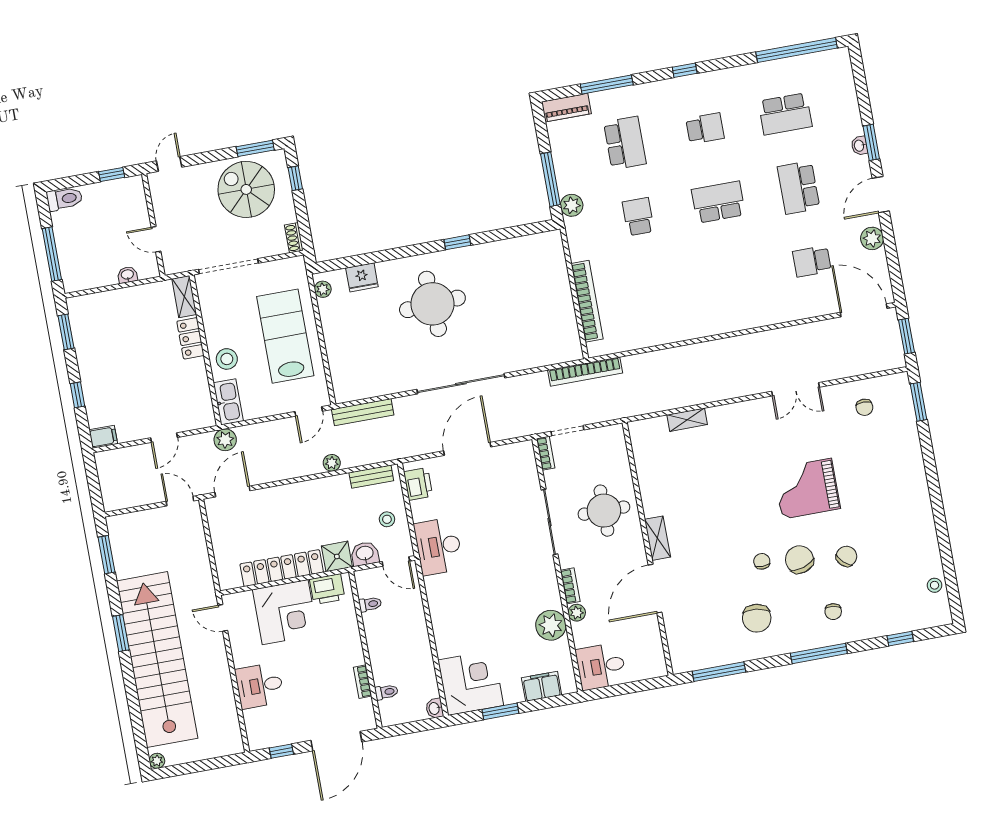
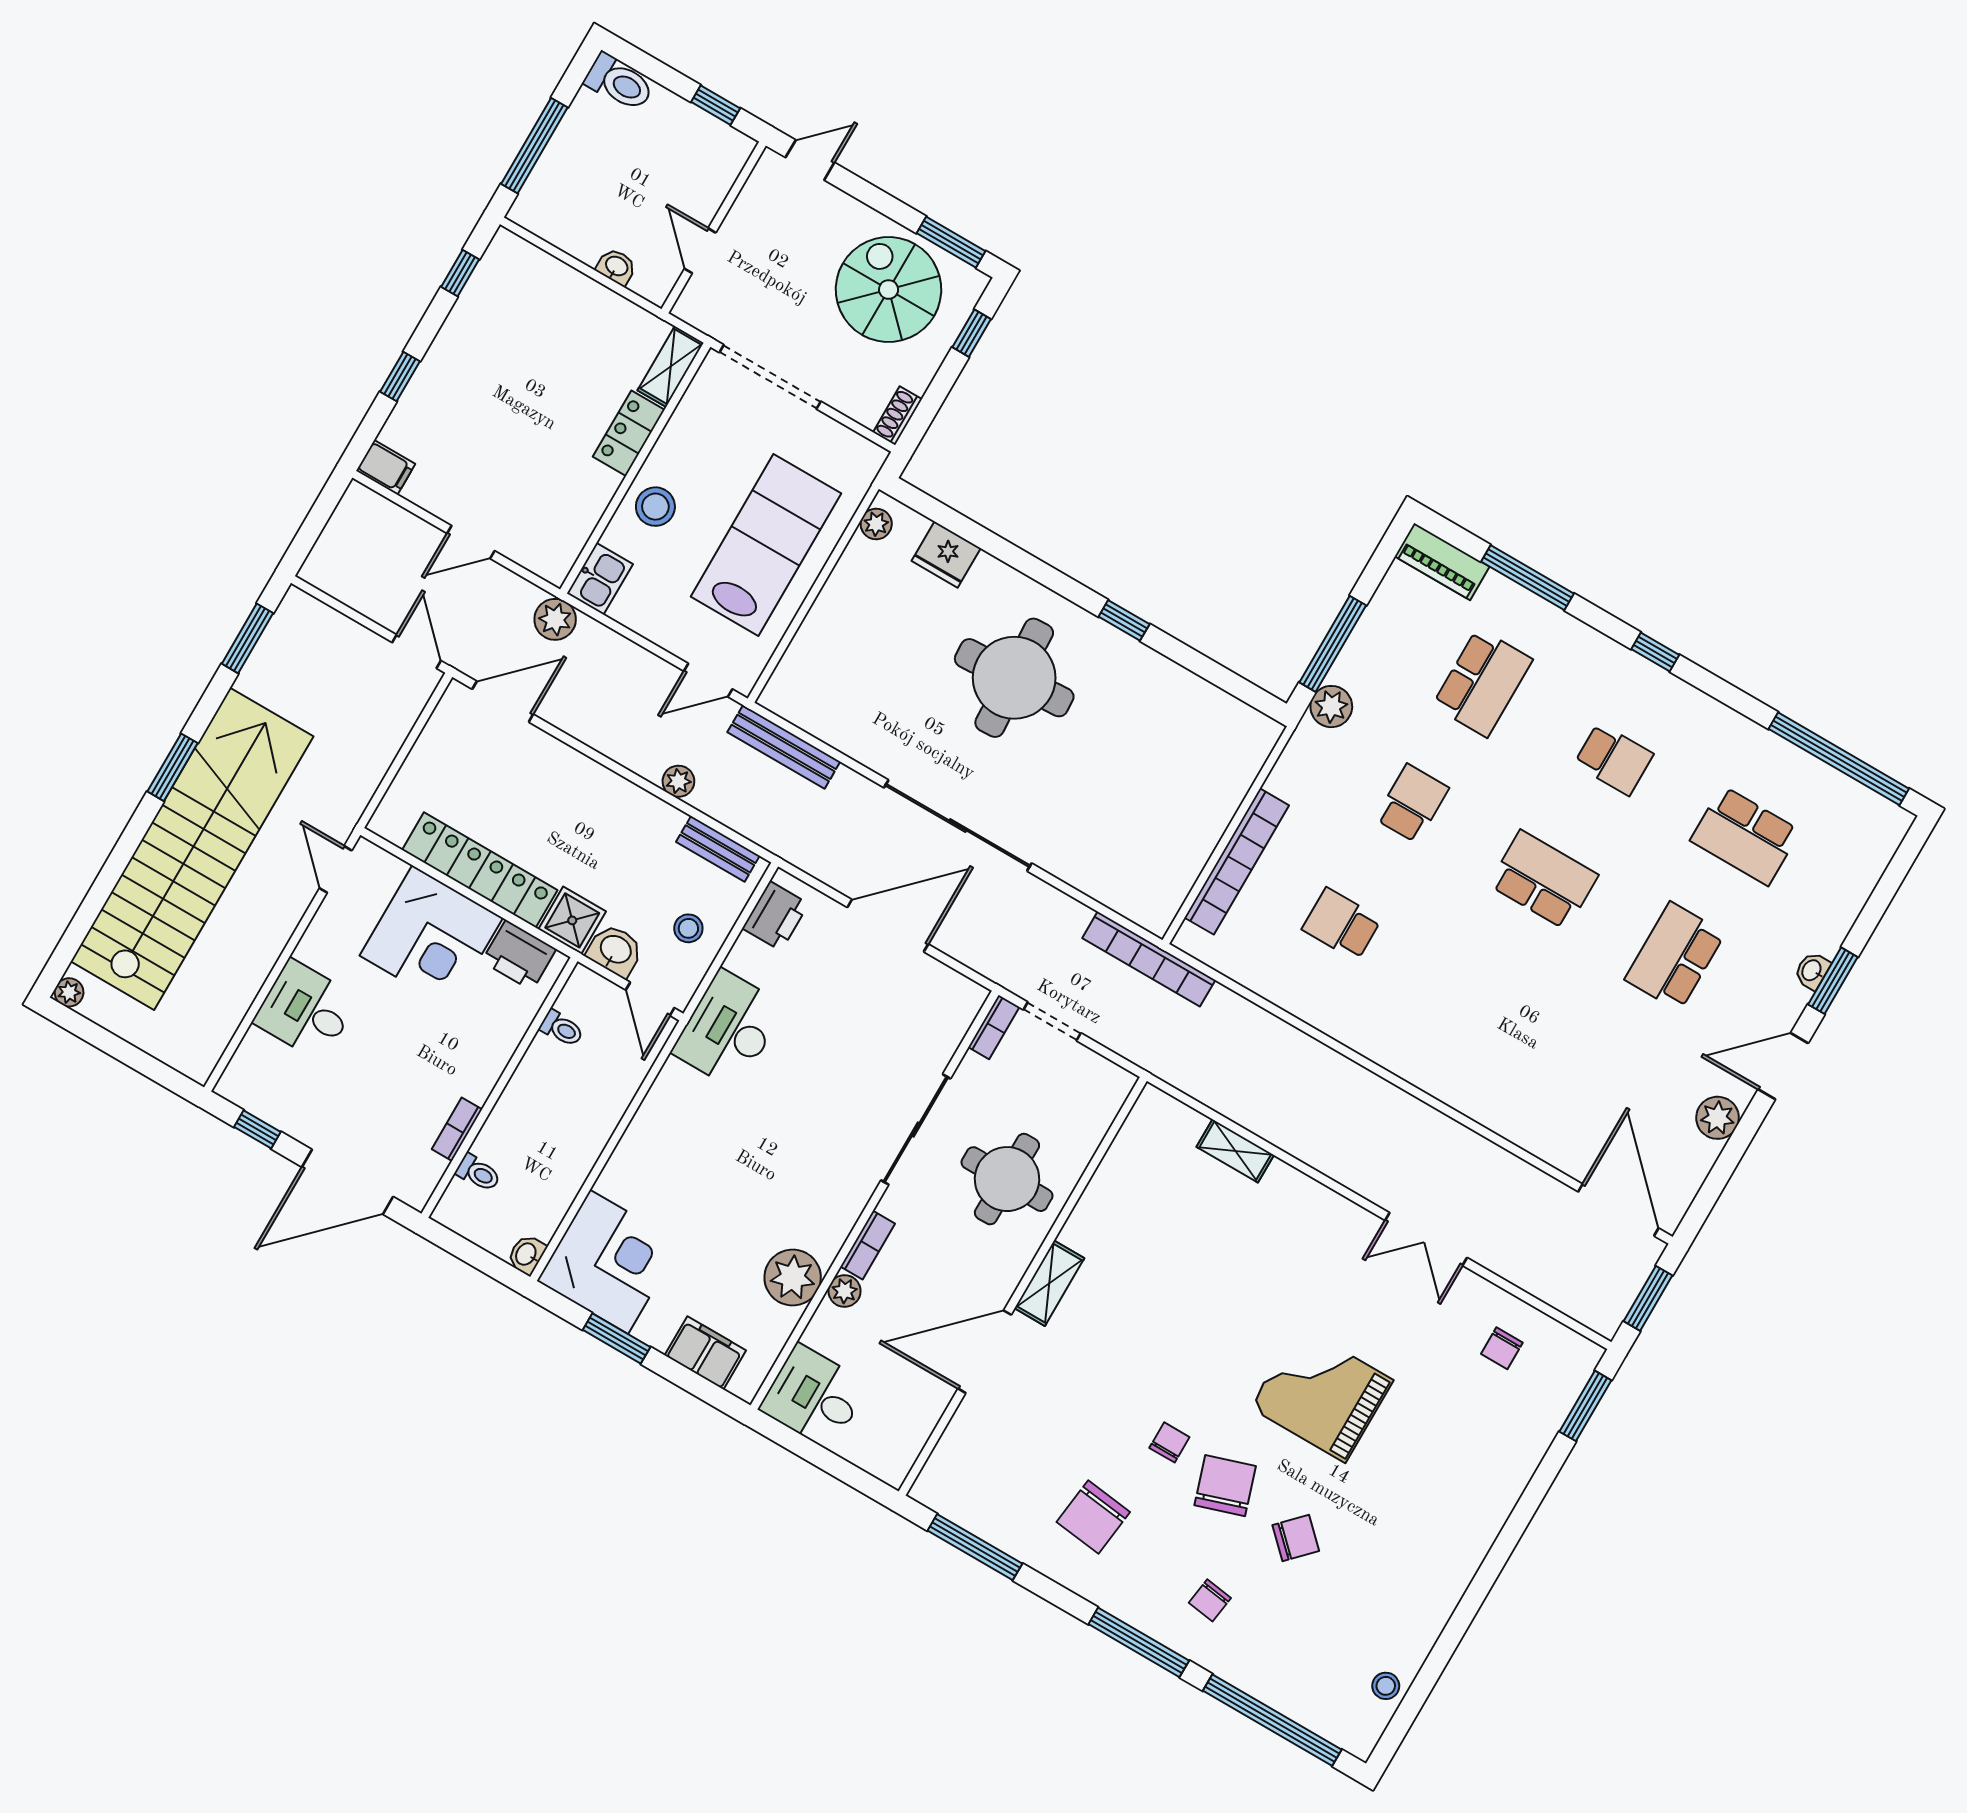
school desk: (812, 261) -> (1342, 924), moved
window: (66, 332) -> (460, 273), width x0.67
kitchen sink: (228, 402) -> (600, 579), width x0.73
window: (900, 639) -> (1272, 1720), width x3.17

